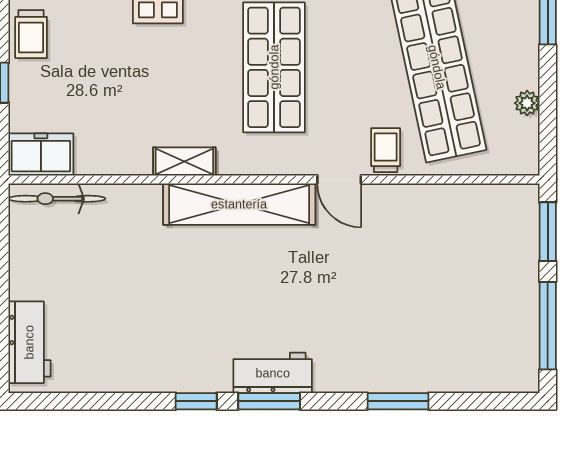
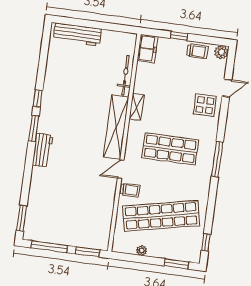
trolley: (31, 34) -> (197, 51), turned 180
bicycle: (57, 199) -> (125, 75), moved
workbench: (29, 342) -> (77, 34), width x1.38
workbench: (273, 373) -> (43, 150), moved
window: (398, 401) -> (22, 218), moved

